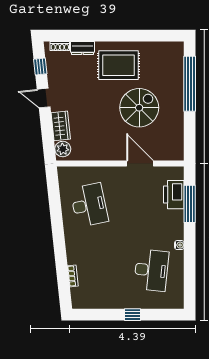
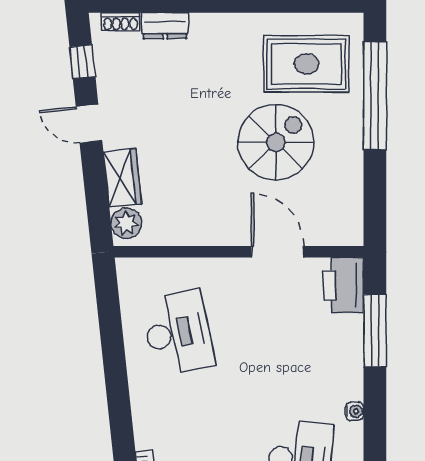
rug: (119, 65) -> (306, 64), moved
printer: (174, 195) -> (344, 285), moved

